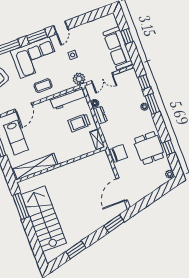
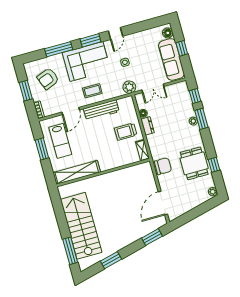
floor lamp: (112, 23) -> (168, 33), added
workbench: (68, 99) -> (101, 110), moved
window: (21, 206) -> (70, 251), moved

